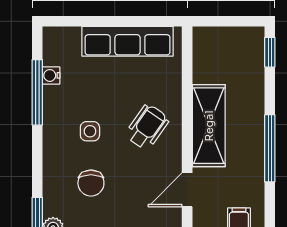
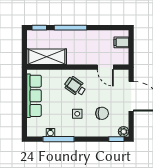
shelving: (209, 126) -> (47, 57), moved
window: (270, 148) -> (71, 28), moved

